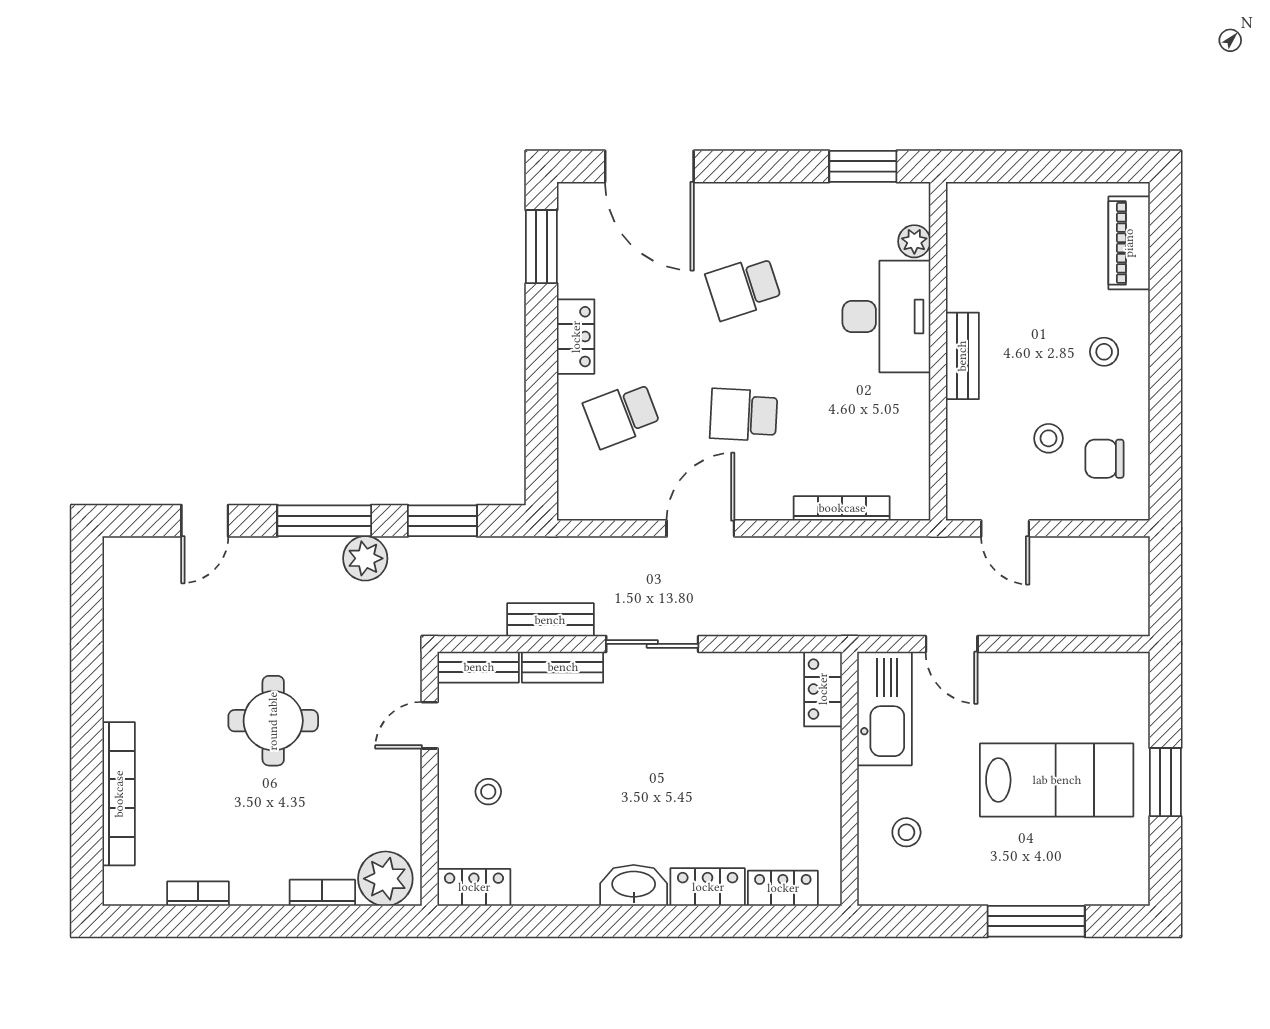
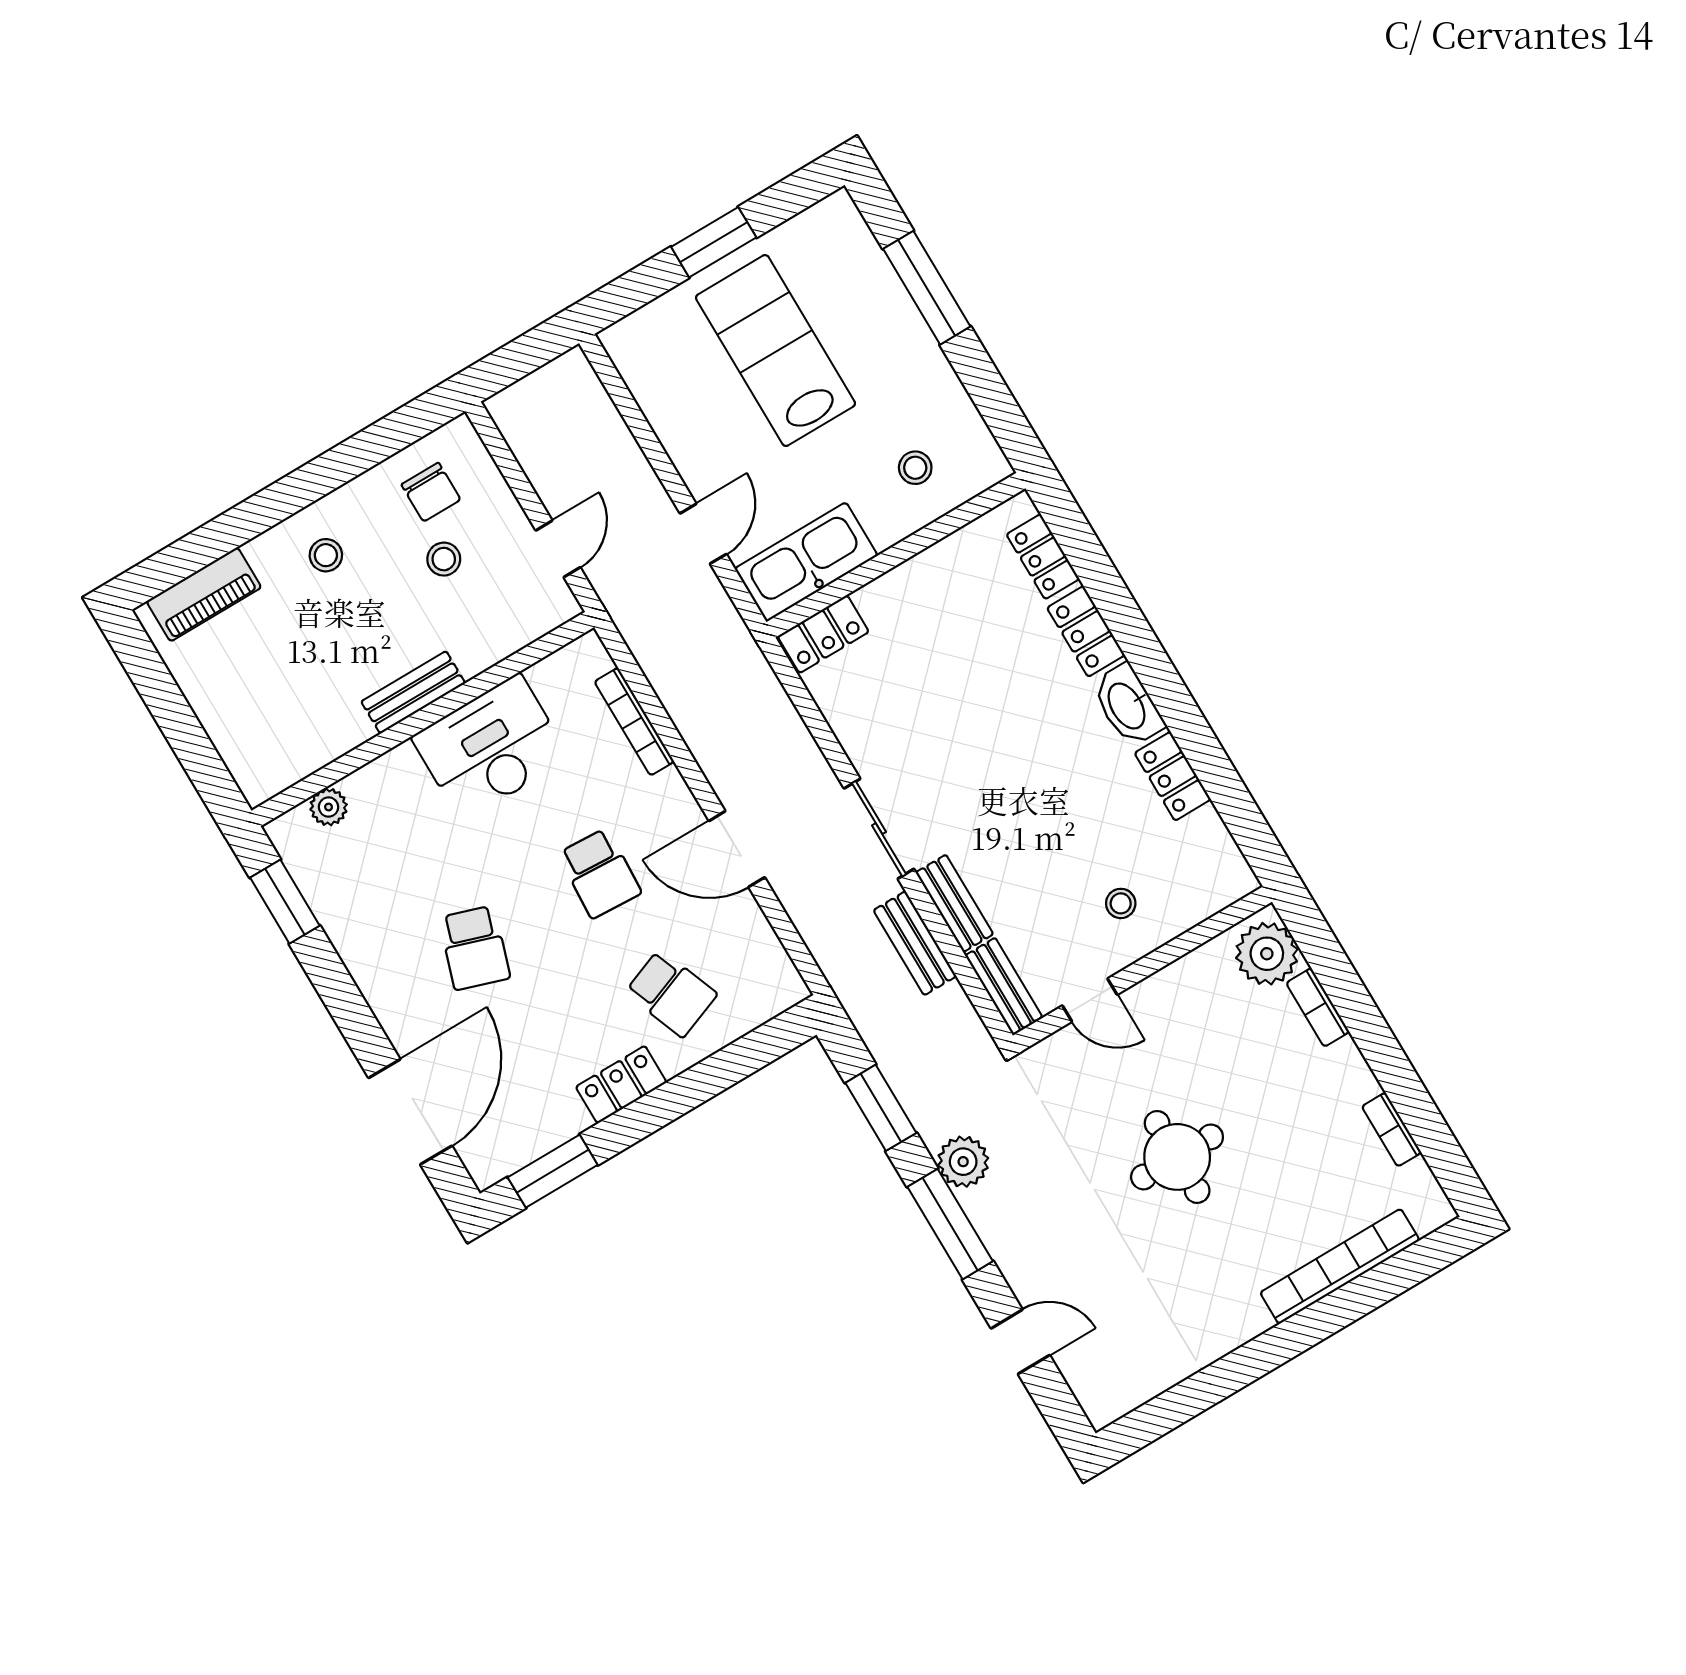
school desk: (744, 288) -> (474, 948), turned 36
desk: (886, 317) -> (491, 748), moved
locker: (474, 887) -> (1173, 776), moved

